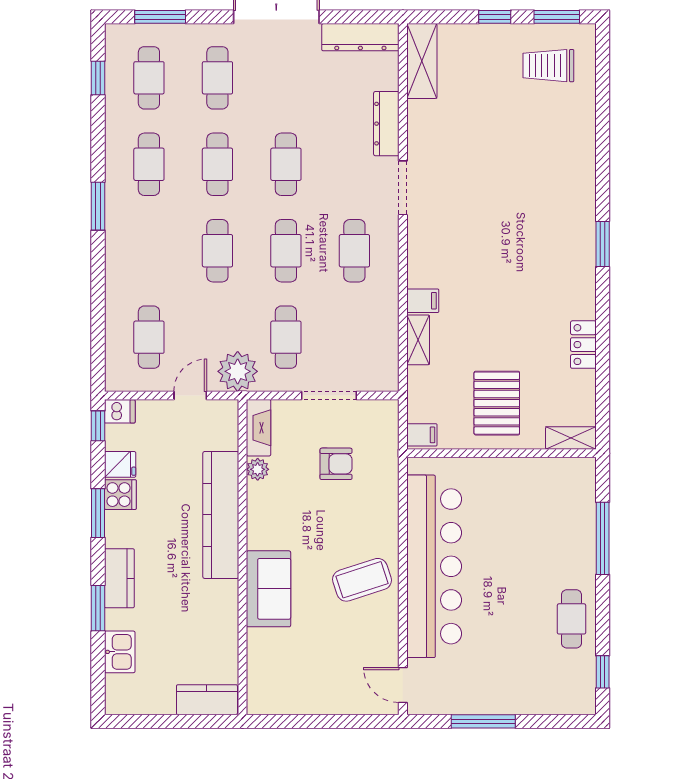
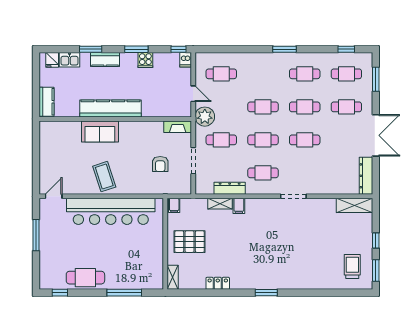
dresser: (386, 124) -> (230, 188), moved
fridge: (120, 464) -> (52, 60), moved
plant: (258, 469) -> (158, 126), removed
kitchen counter: (221, 515) -> (111, 108), moved
cafe table: (571, 619) -> (85, 278), width x1.37, depth x1.35

